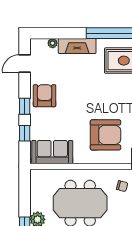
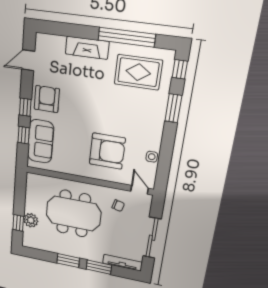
plant: (53, 43) -> (60, 41), removed
sofa: (52, 152) -> (41, 141), moved, turned 90

